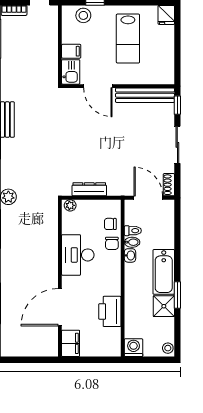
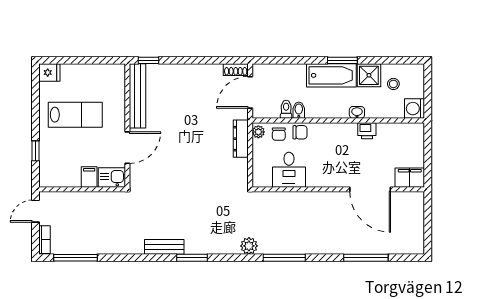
stool: (83, 15) -> (50, 164), removed
sliding door: (177, 145) -> (192, 60), removed
dresser: (89, 189) -> (241, 139), moved
plant: (70, 205) -> (258, 132), moved
desk: (78, 255) -> (289, 170), moved, width x0.73
washbasin: (130, 255) -> (357, 112), moved
window: (177, 295) -> (342, 60), moved
printer: (110, 311) -> (367, 131), width x0.53, depth x0.68
stool: (168, 348) -> (393, 84), moved

